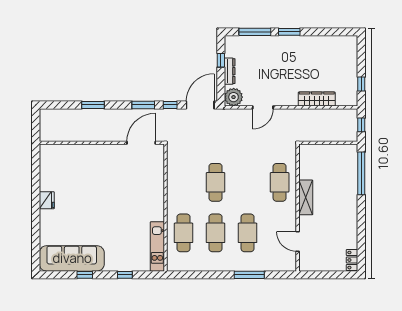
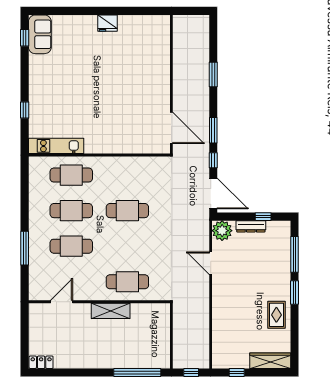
rug: (309, 48) -> (276, 315), added
wardrobe: (317, 99) -> (270, 361), moved, turned -90
sofa: (72, 258) -> (40, 34), width x0.54, depth x0.79
window: (85, 275) -> (25, 38), moved

